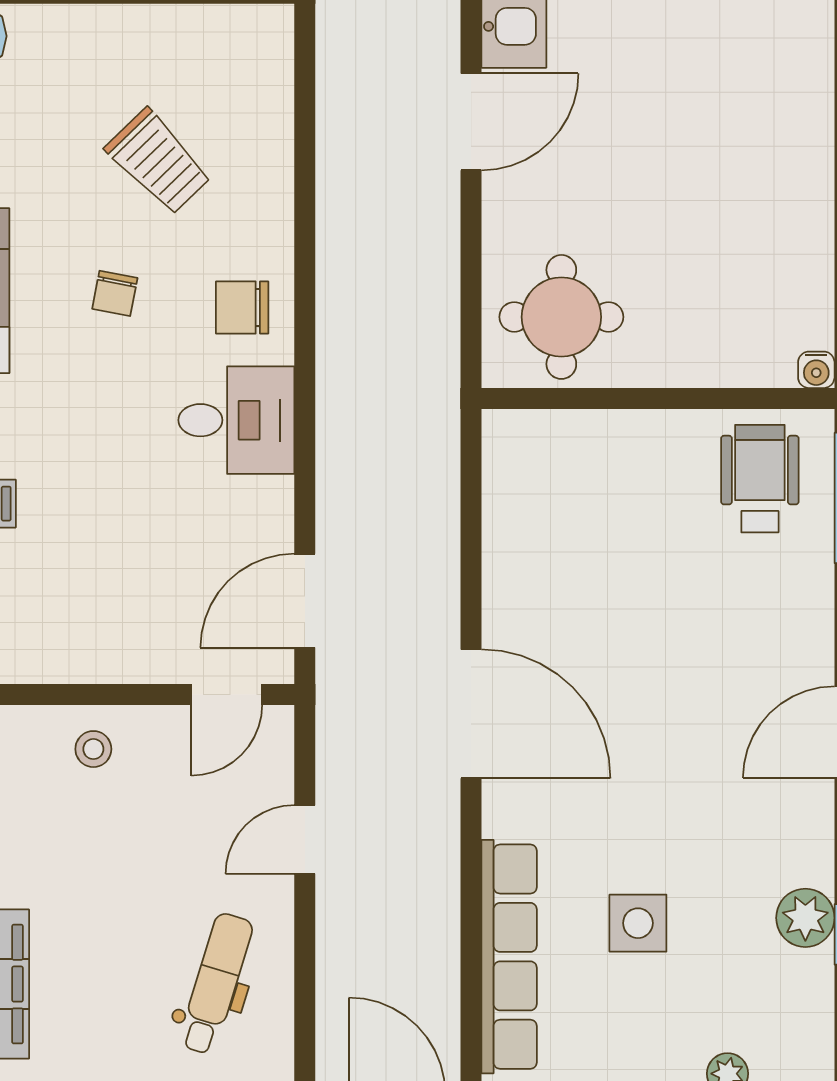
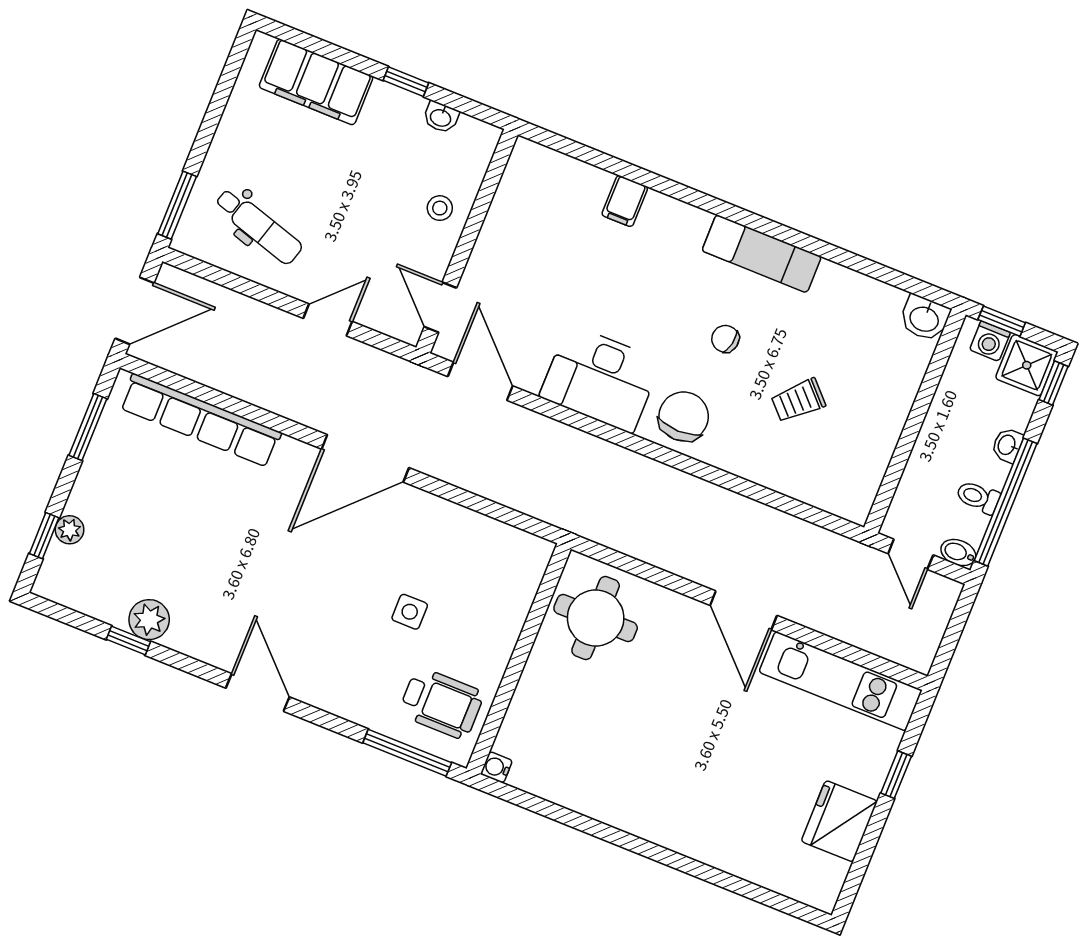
trolley: (158, 162) -> (798, 400), width x0.73, depth x0.72
chair: (242, 308) -> (684, 416), width x1.37, depth x1.37
desk: (236, 420) -> (600, 379), width x1.37
door: (305, 839) -> (328, 320), hinge flipped
side table: (638, 923) -> (410, 612), moved, width x0.73, depth x0.73

